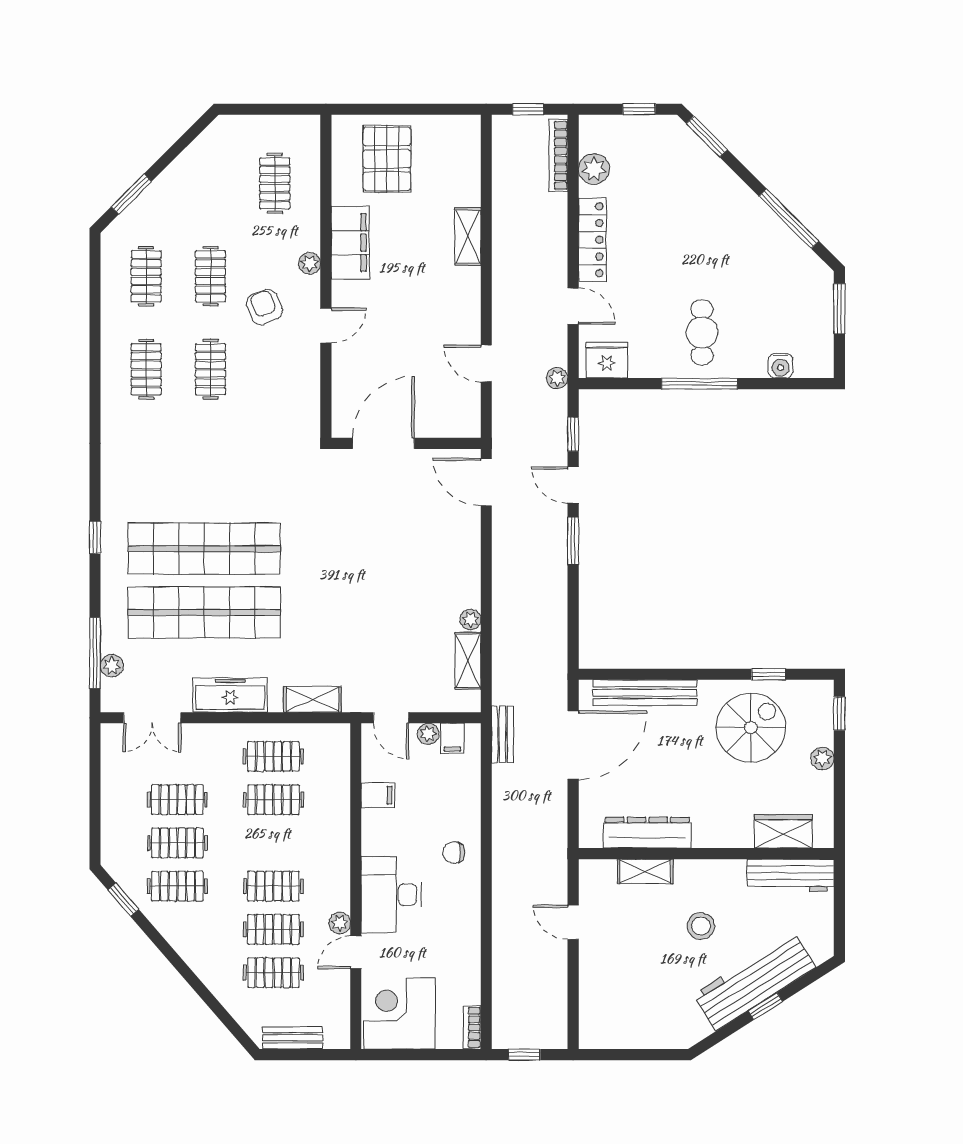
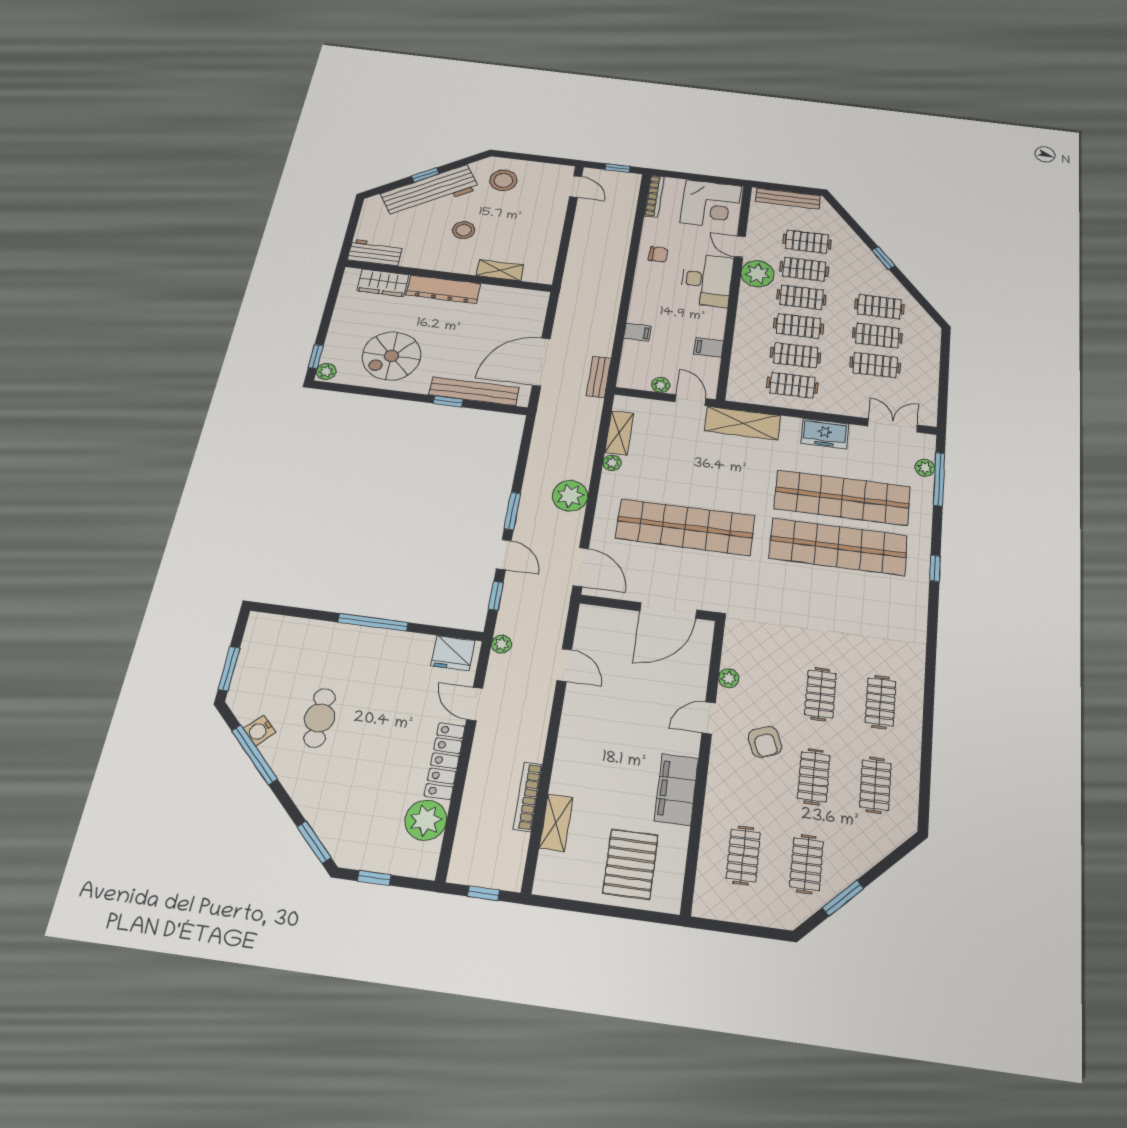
bookcase: (558, 155) -> (528, 797), moved, turned 180
plant: (594, 169) -> (426, 820), width x1.36, depth x1.36
clothes rail: (210, 183) -> (807, 864), added
window: (131, 194) -> (843, 898), moved
shelving: (468, 237) -> (556, 823), moved
plant: (310, 263) -> (729, 678), moved
cafe table: (702, 332) -> (320, 718), moved
water cooler: (781, 366) -> (259, 731), moved, turned -135
shop shelf: (377, 549) -> (685, 527), added
plant: (512, 570) -> (570, 496), added
window: (769, 674) -> (448, 401), moved
freezer: (230, 695) -> (825, 433), width x0.71
shelving: (312, 699) -> (743, 423), width x1.50, depth x1.33
filing cabinet: (452, 738) -> (637, 332), moved, turned 90
plant: (822, 758) -> (326, 371), moved
dresser: (647, 833) -> (443, 289), moved
clothes rail: (273, 843) -> (798, 326), added
chair: (454, 853) -> (658, 255), moved
workbench: (791, 875) -> (375, 252), width x0.73
window: (123, 900) -> (884, 258), moved
door: (573, 922) -> (576, 186), moved
plant: (340, 923) -> (757, 274), width x1.88, depth x1.88
door: (356, 952) -> (740, 247), swing flipped
stool: (666, 1012) -> (503, 180), added
bookcase: (472, 1028) -> (654, 196), width x1.56
bench: (293, 1038) -> (788, 199), width x1.36

